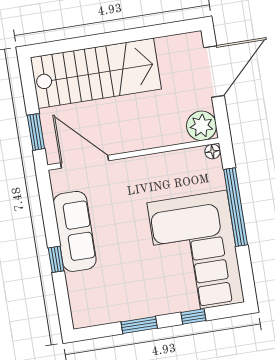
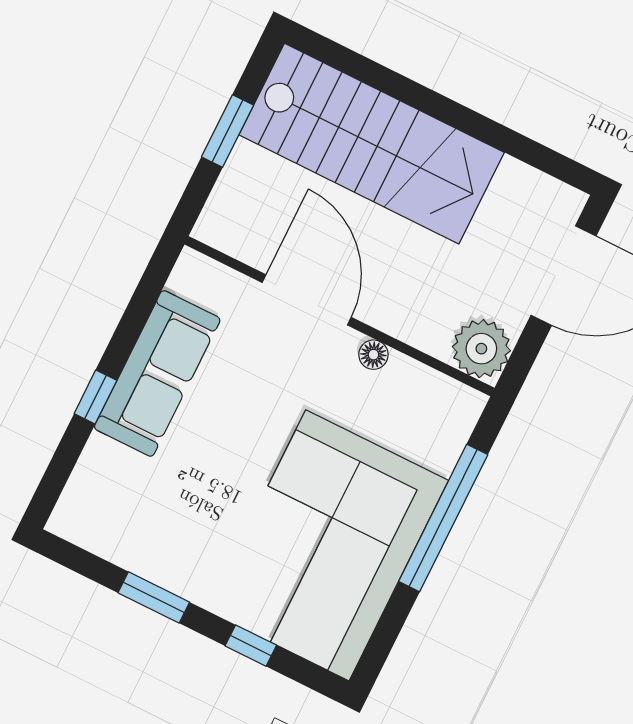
window: (36, 132) -> (228, 131), moved
floor lamp: (212, 151) -> (373, 355), moved
door: (85, 162) -> (307, 300), moved

